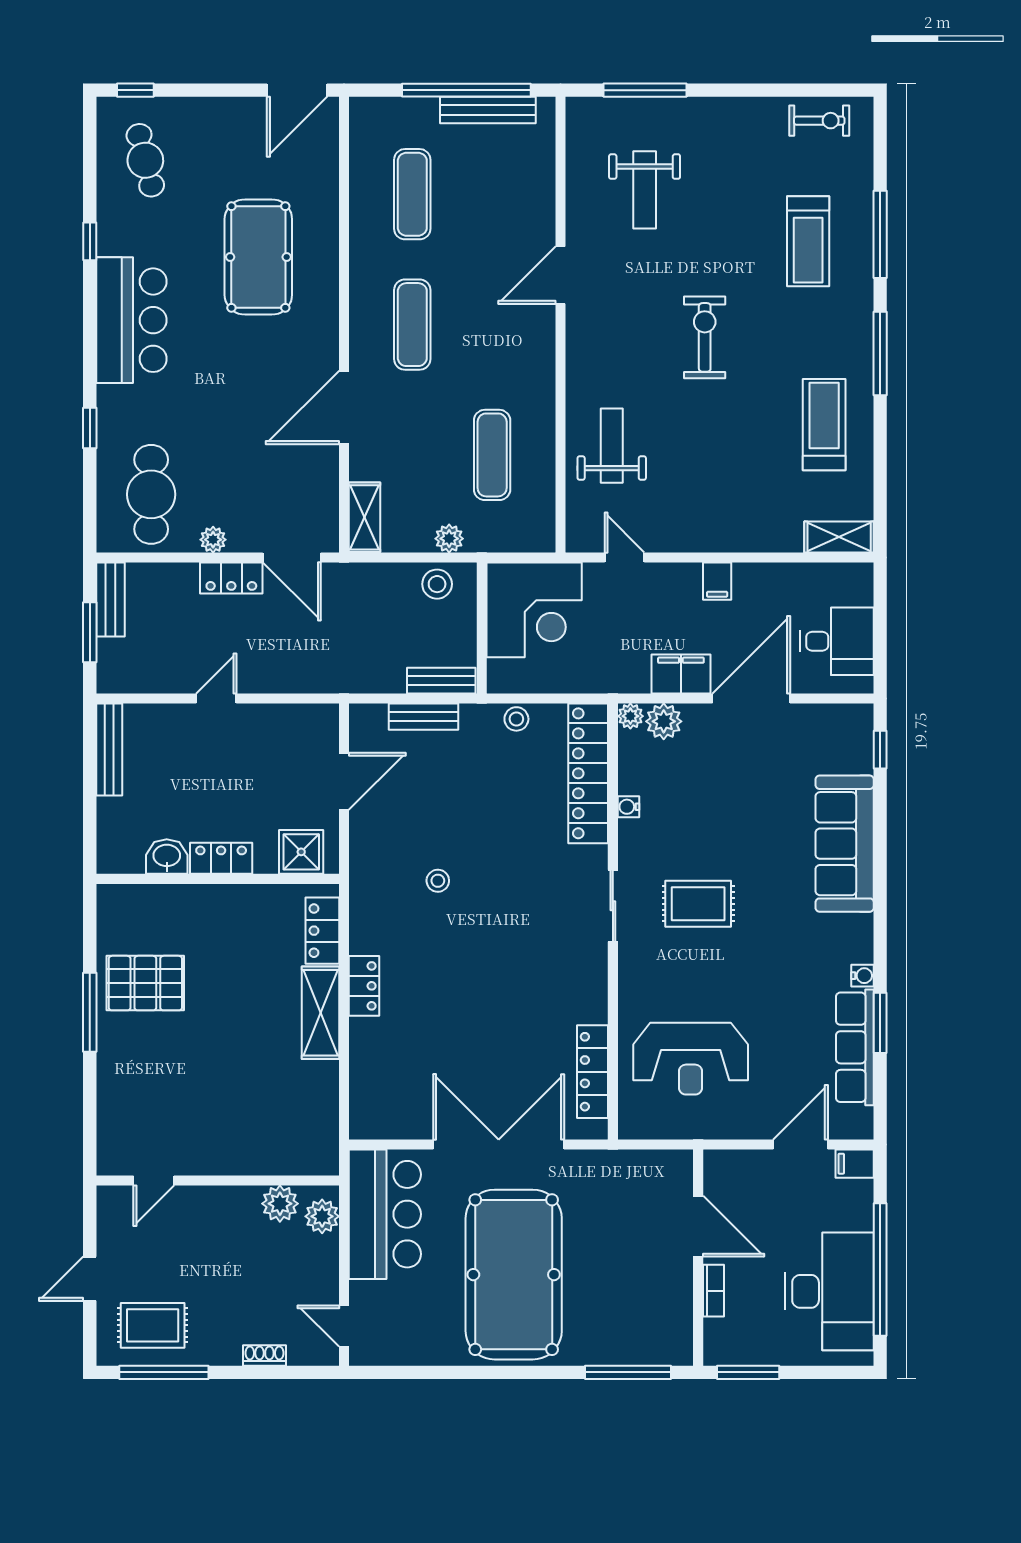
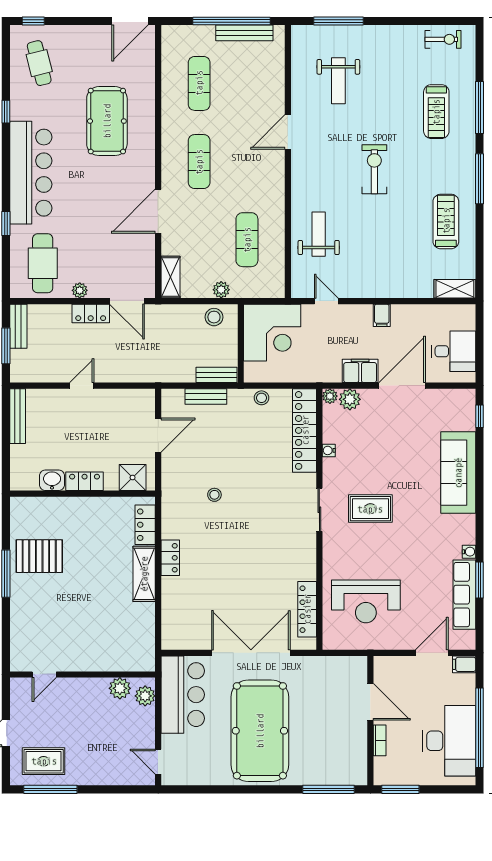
bar counter: (131, 320) -> (31, 173), width x1.36
shoe rack: (264, 1356) -> (111, 779), removed

